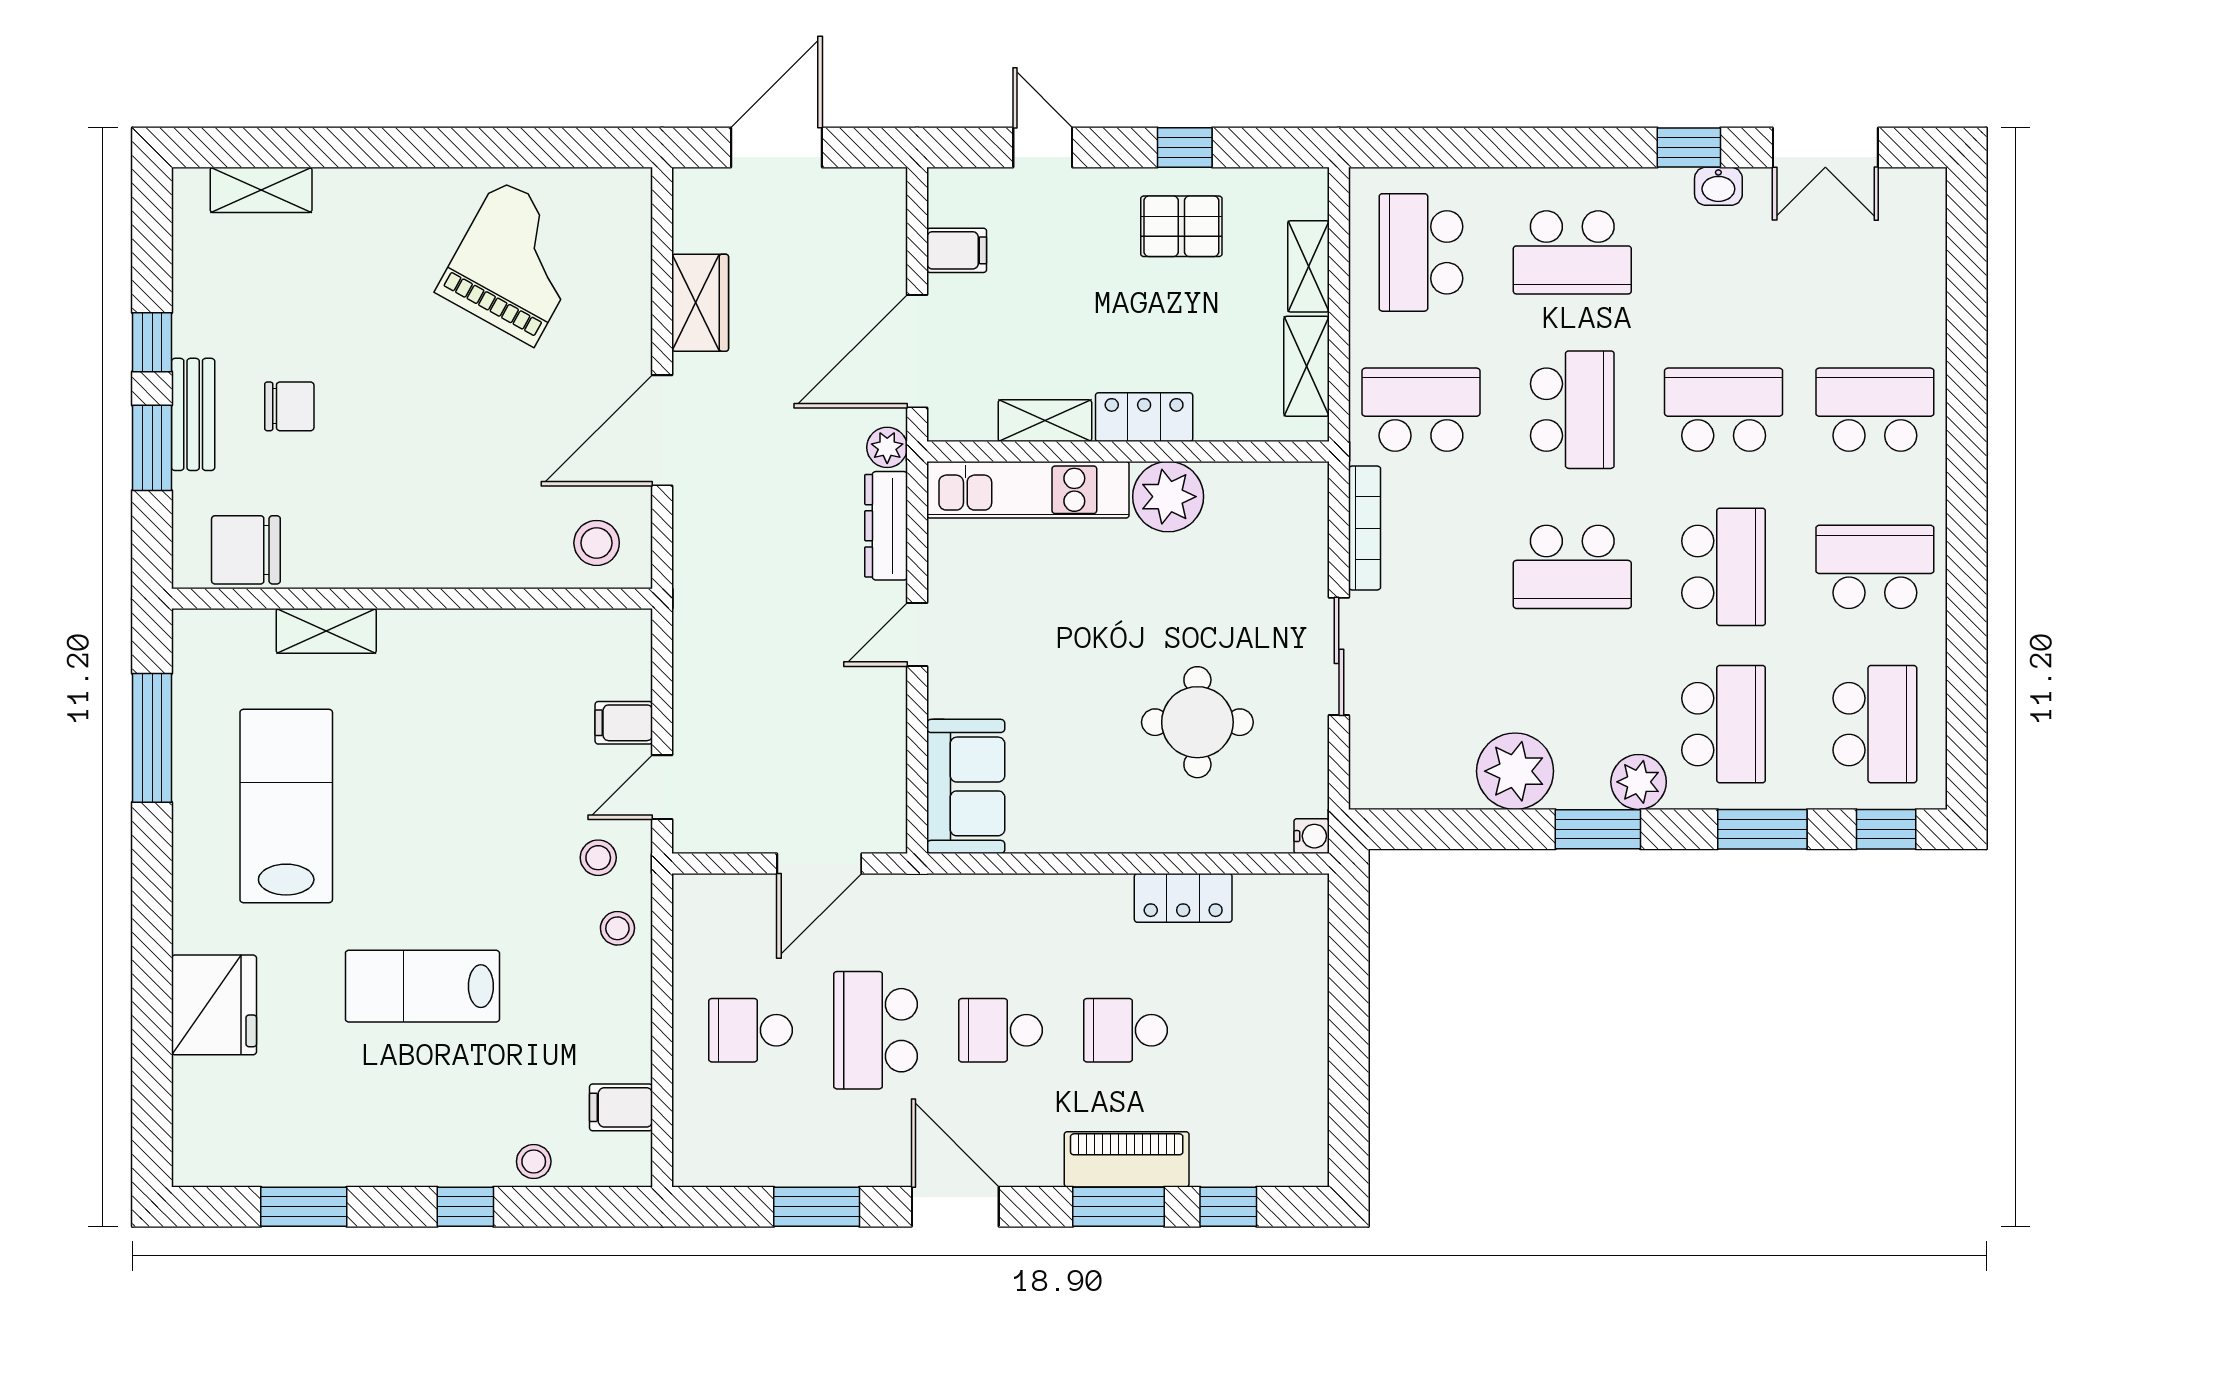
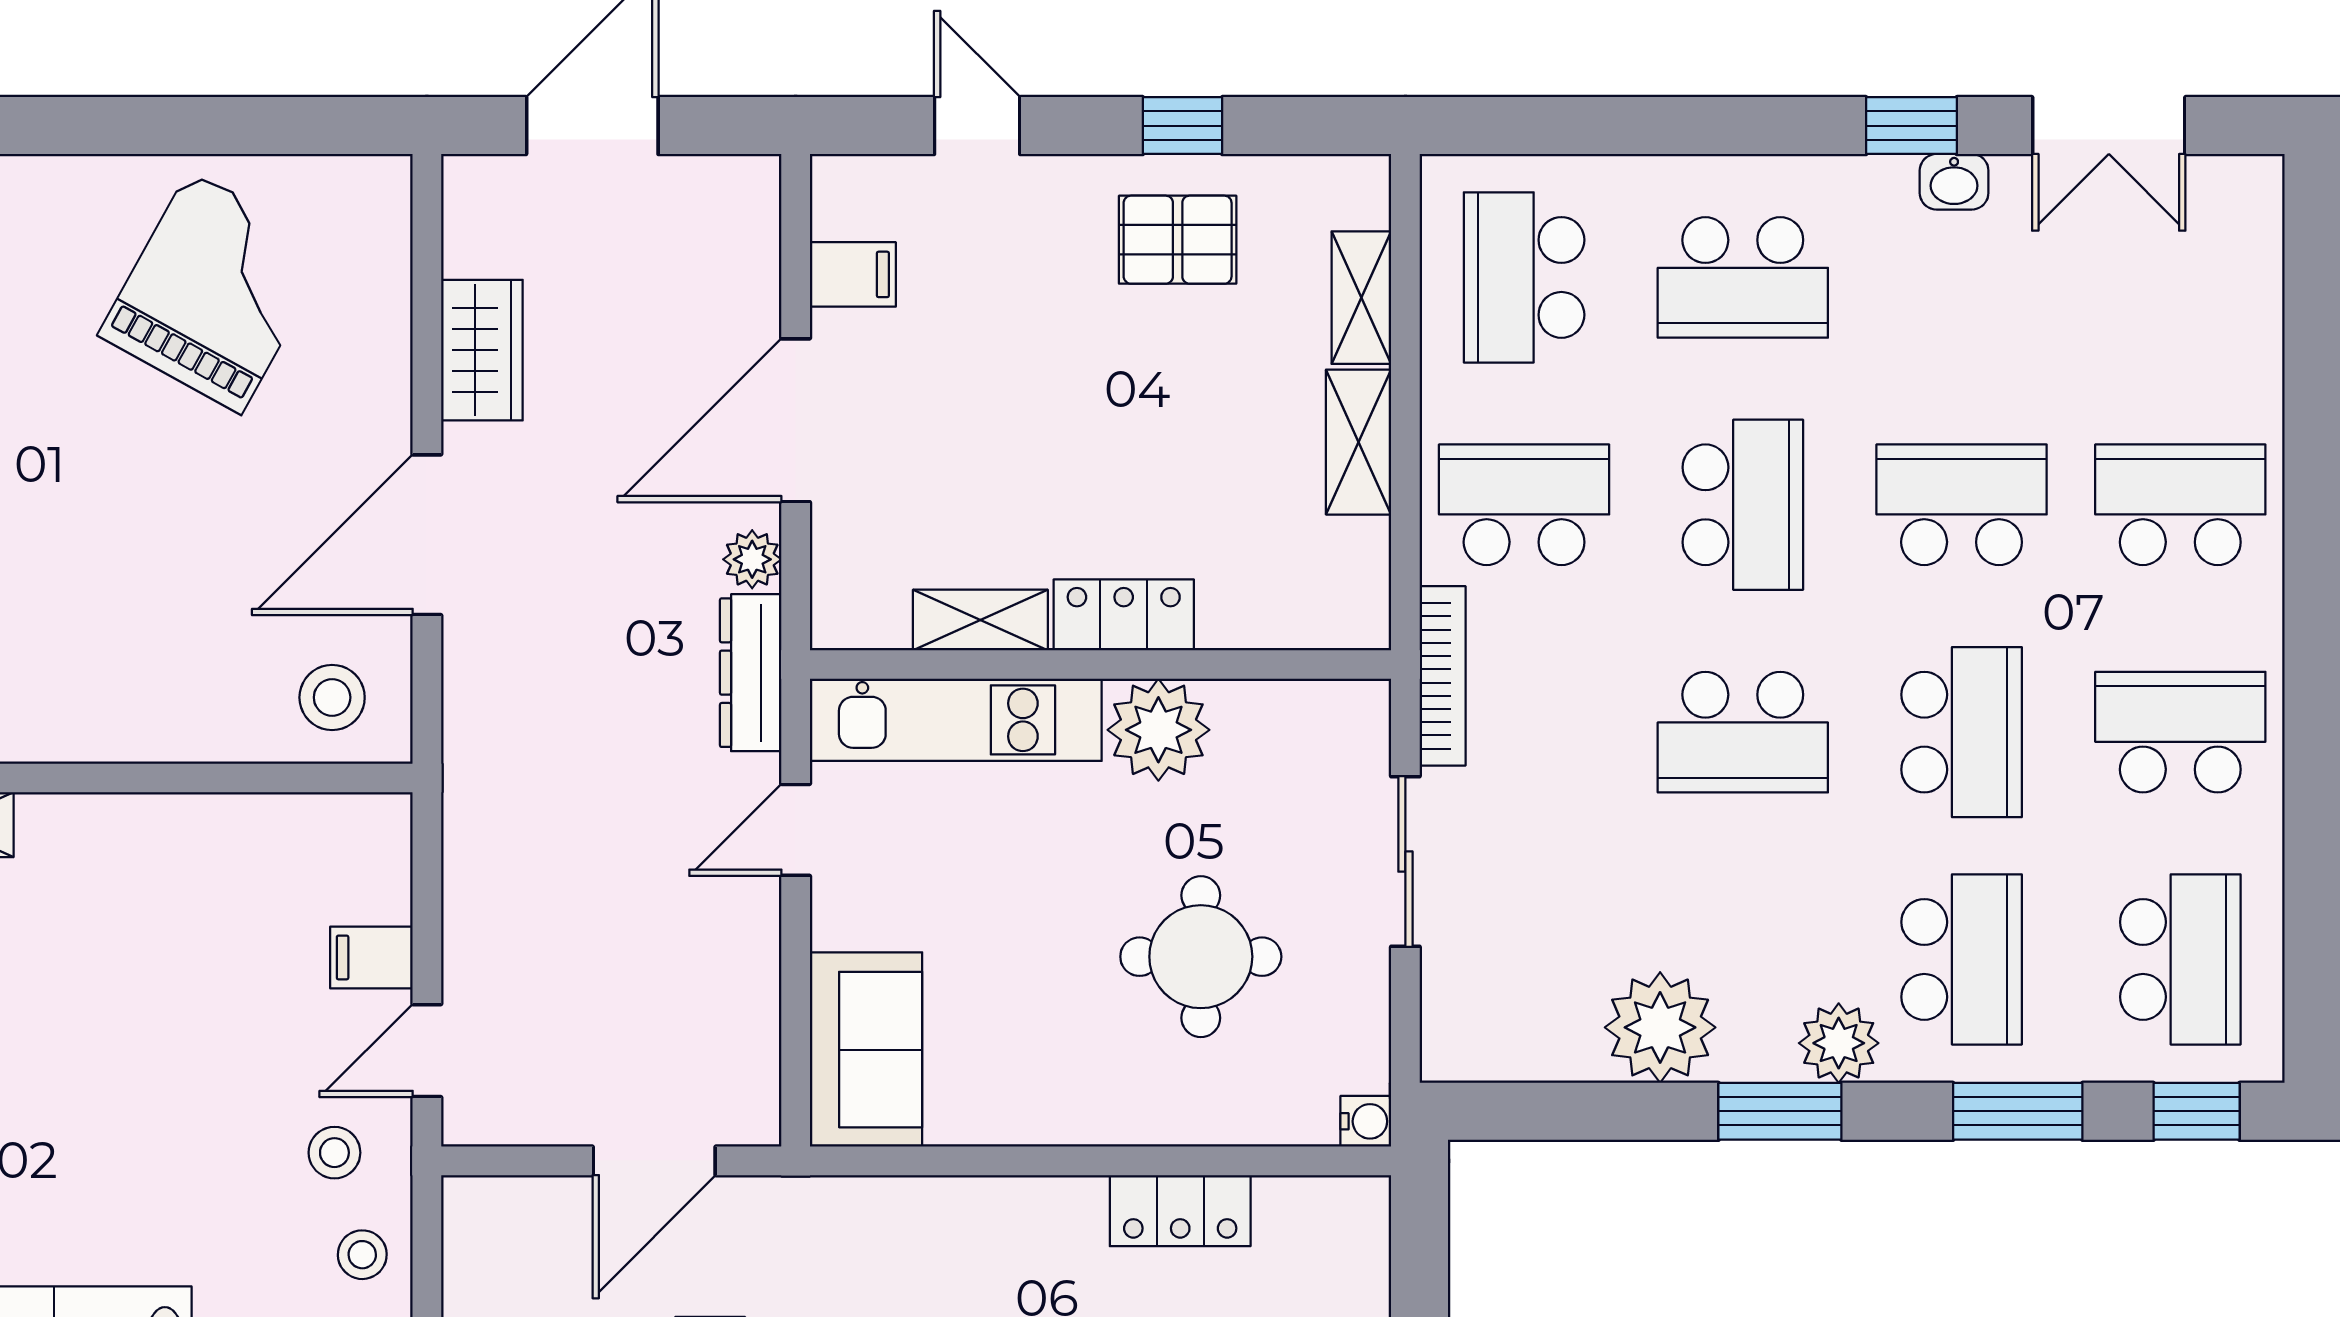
locker: (1144, 417) -> (1124, 615), moved
shelving: (1045, 421) -> (980, 620), moved
wall: (1128, 451) -> (1101, 665), moved
kitchen unit: (1028, 490) -> (956, 720), moved
plant: (1168, 497) -> (1158, 730), moved

